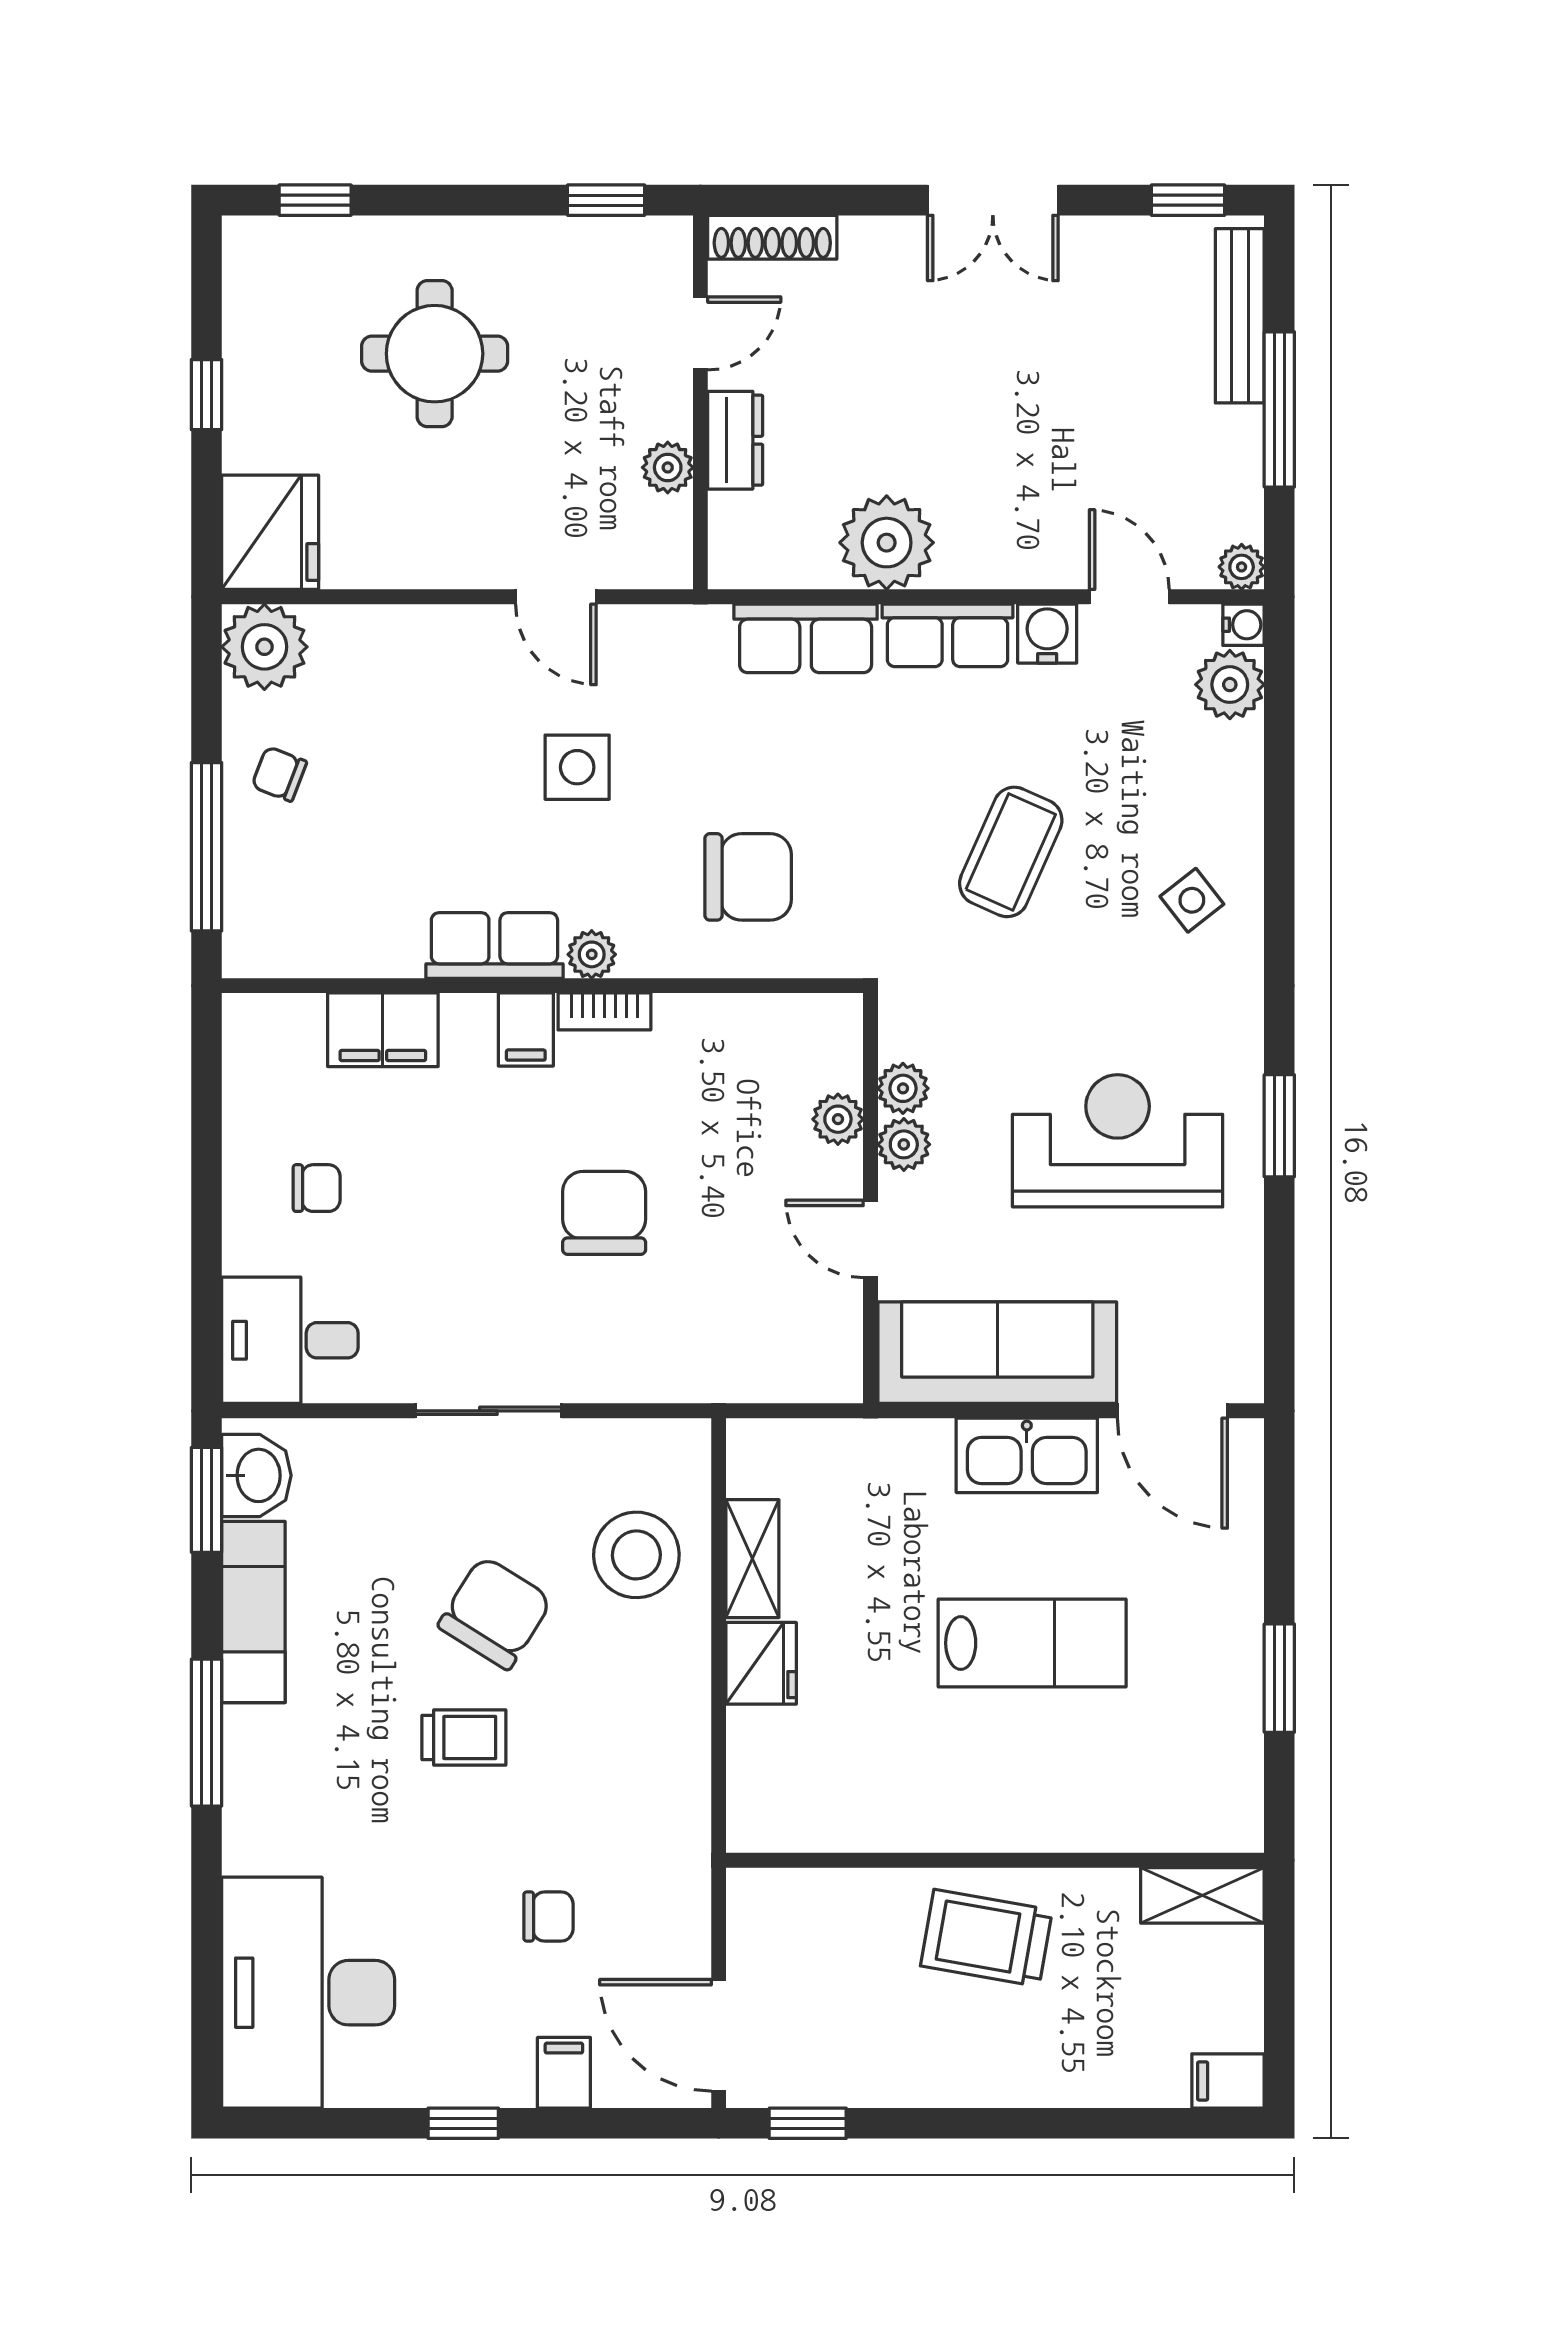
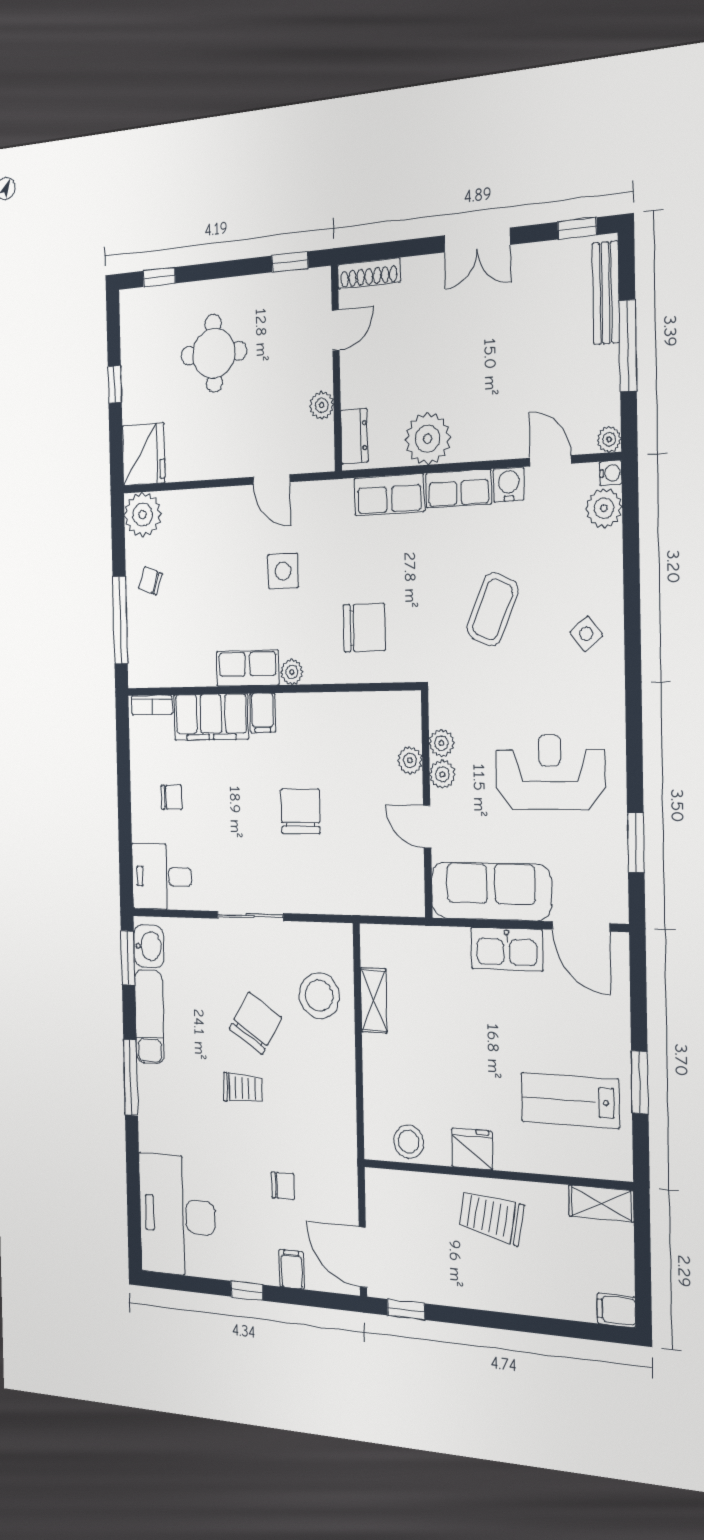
dresser: (735, 440) -> (354, 436), moved
bookcase: (604, 1011) -> (152, 705), moved
filing cabinet: (383, 1030) -> (211, 717), width x1.50, depth x1.17
window: (1279, 1126) -> (636, 843), moved
lab bench: (1032, 1643) -> (570, 1100), moved, turned 180
fridge: (761, 1663) -> (472, 1149), moved, turned -90
stool: (820, 1814) -> (409, 1142), added

